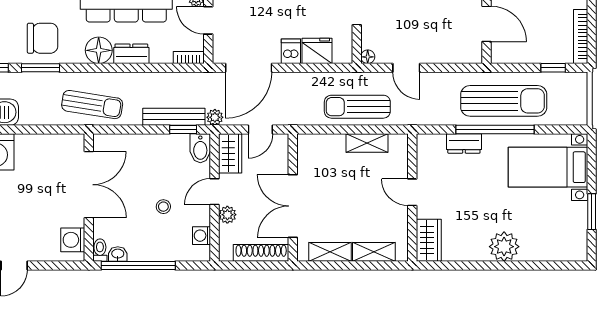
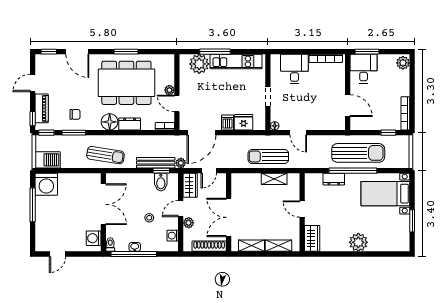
chair: (43, 38) -> (75, 114), width x0.54, depth x0.54
bidet: (200, 148) -> (161, 182), moved
washbasin: (118, 254) -> (135, 247), moved

